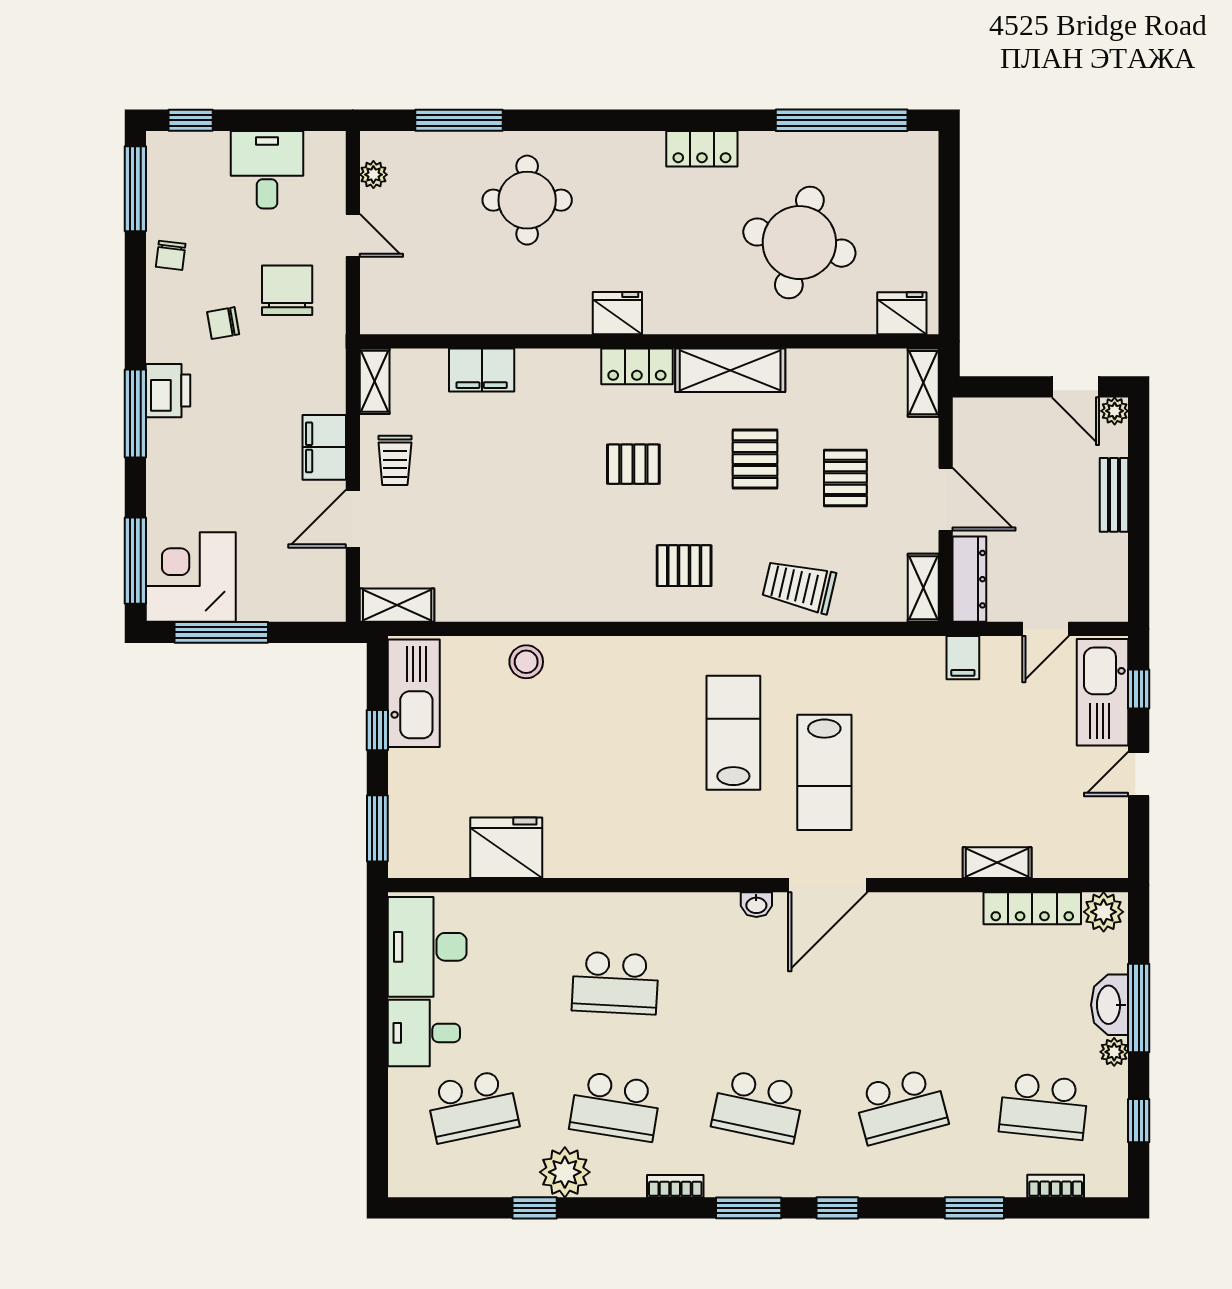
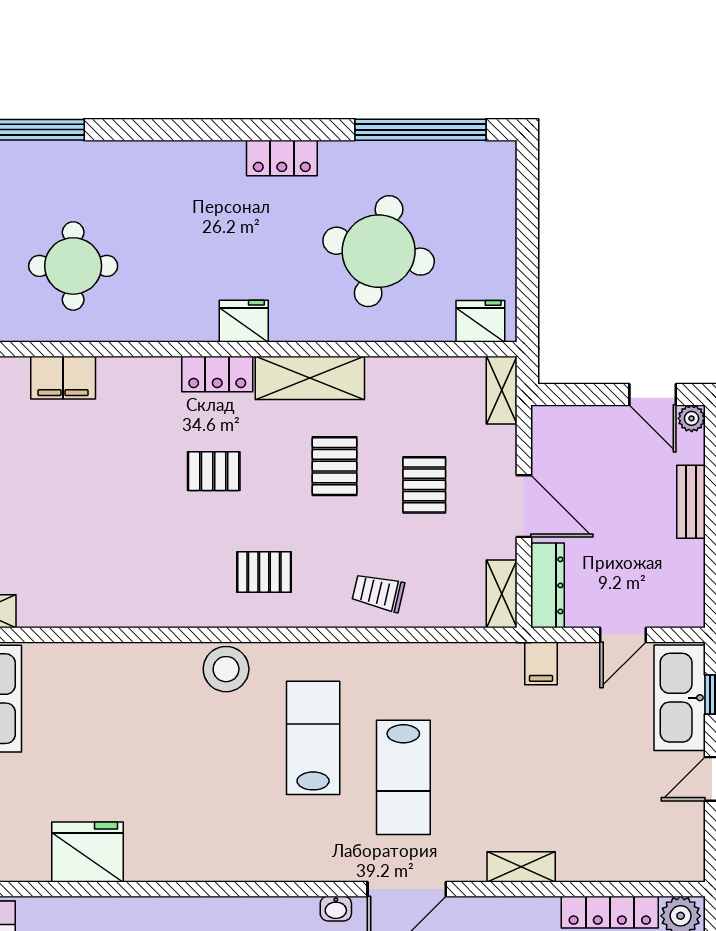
round table: (527, 200) -> (73, 266), moved
fridge: (617, 313) -> (244, 321), moved
trolley: (799, 586) -> (378, 593), width x0.73, depth x0.72
stool: (526, 662) -> (226, 669), moved, width x1.38, depth x1.38
shelving: (997, 863) -> (521, 867), moved

